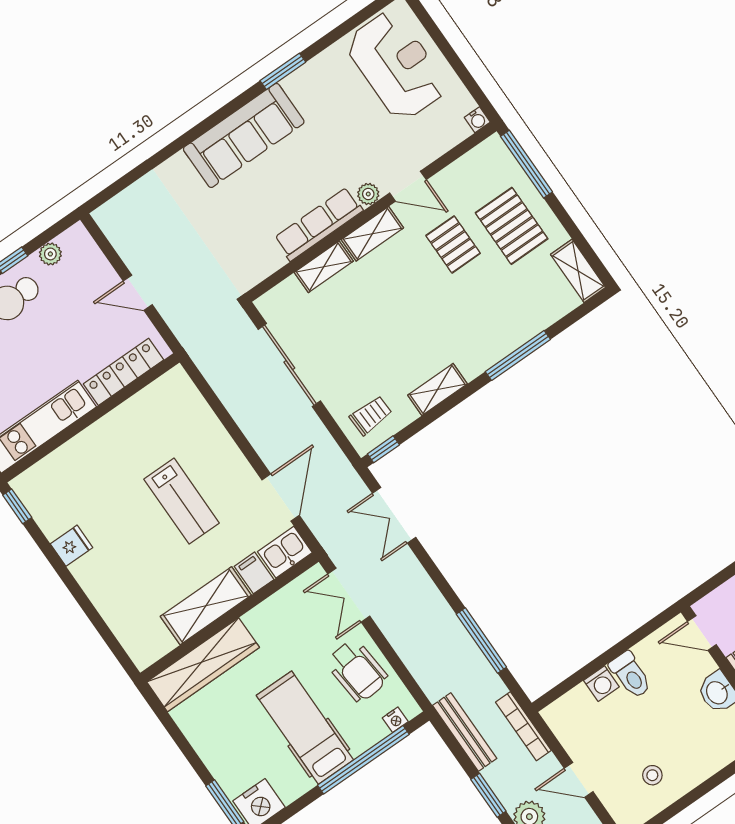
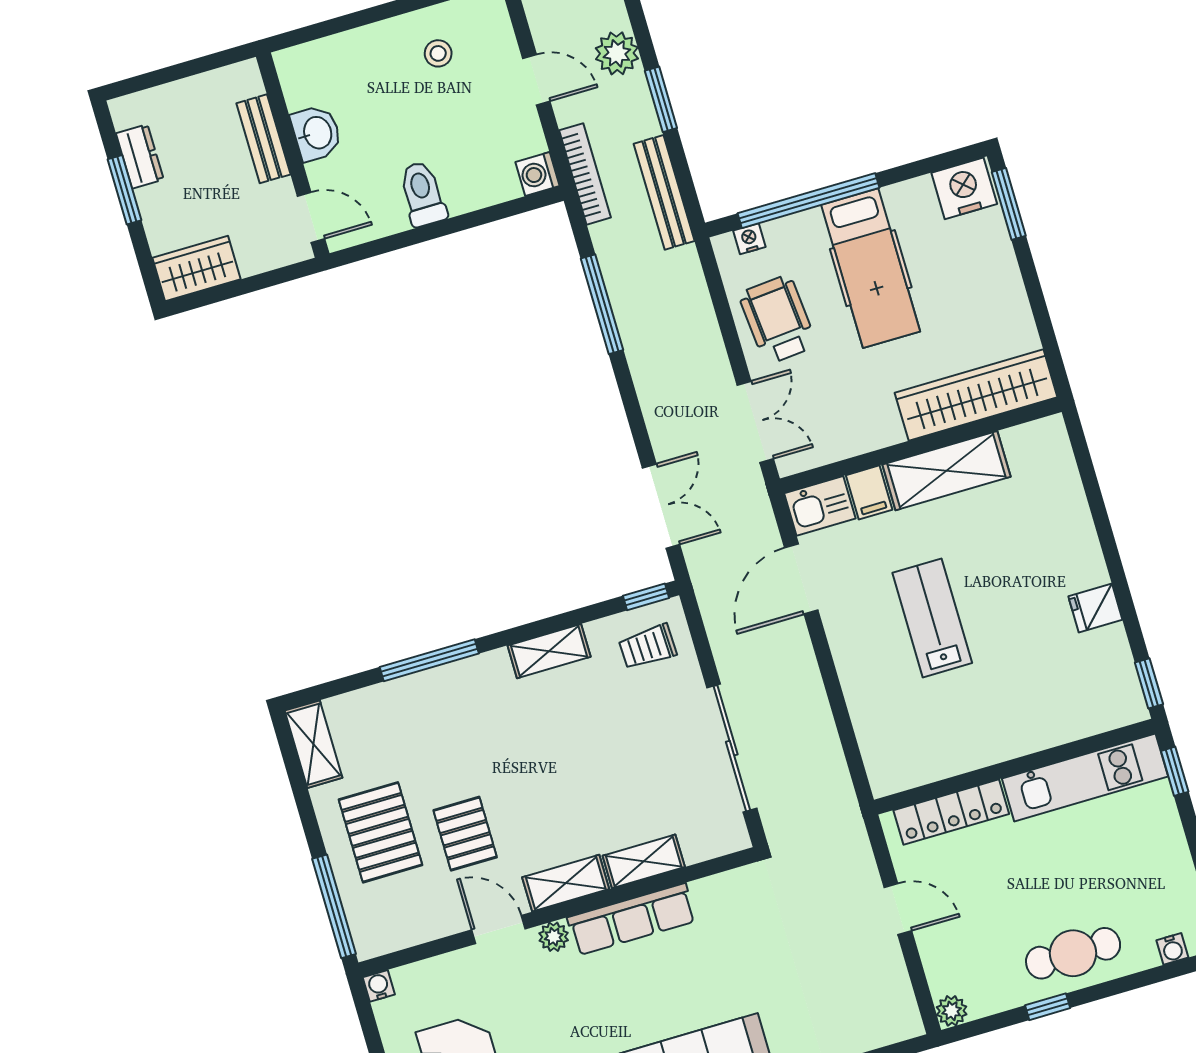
plant: (50, 254) -> (952, 1011), moved
washing machine: (601, 684) -> (537, 174), moved, turned -90

